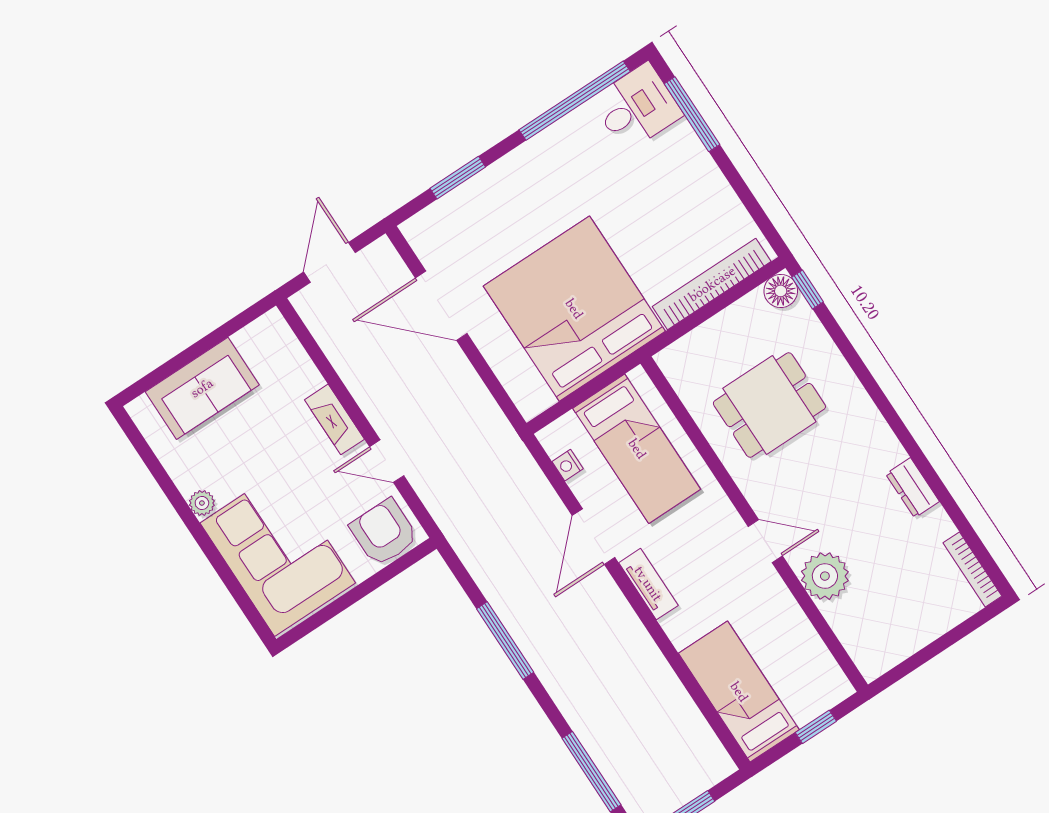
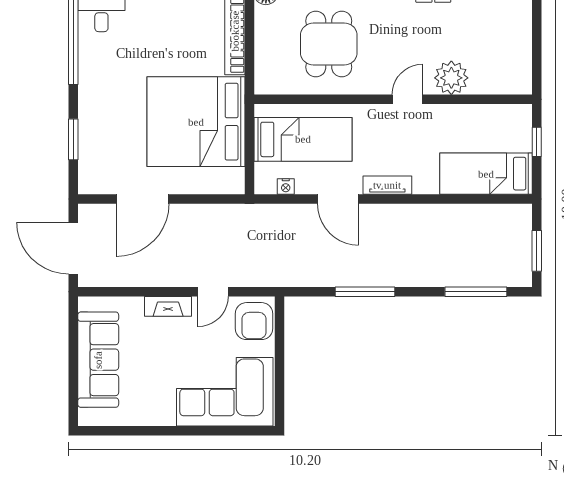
door: (329, 262) -> (73, 248), width x1.36
sofa: (202, 388) -> (98, 360), width x1.36
plant: (202, 503) -> (166, 417), removed
armchair: (384, 532) -> (254, 321), turned -90

